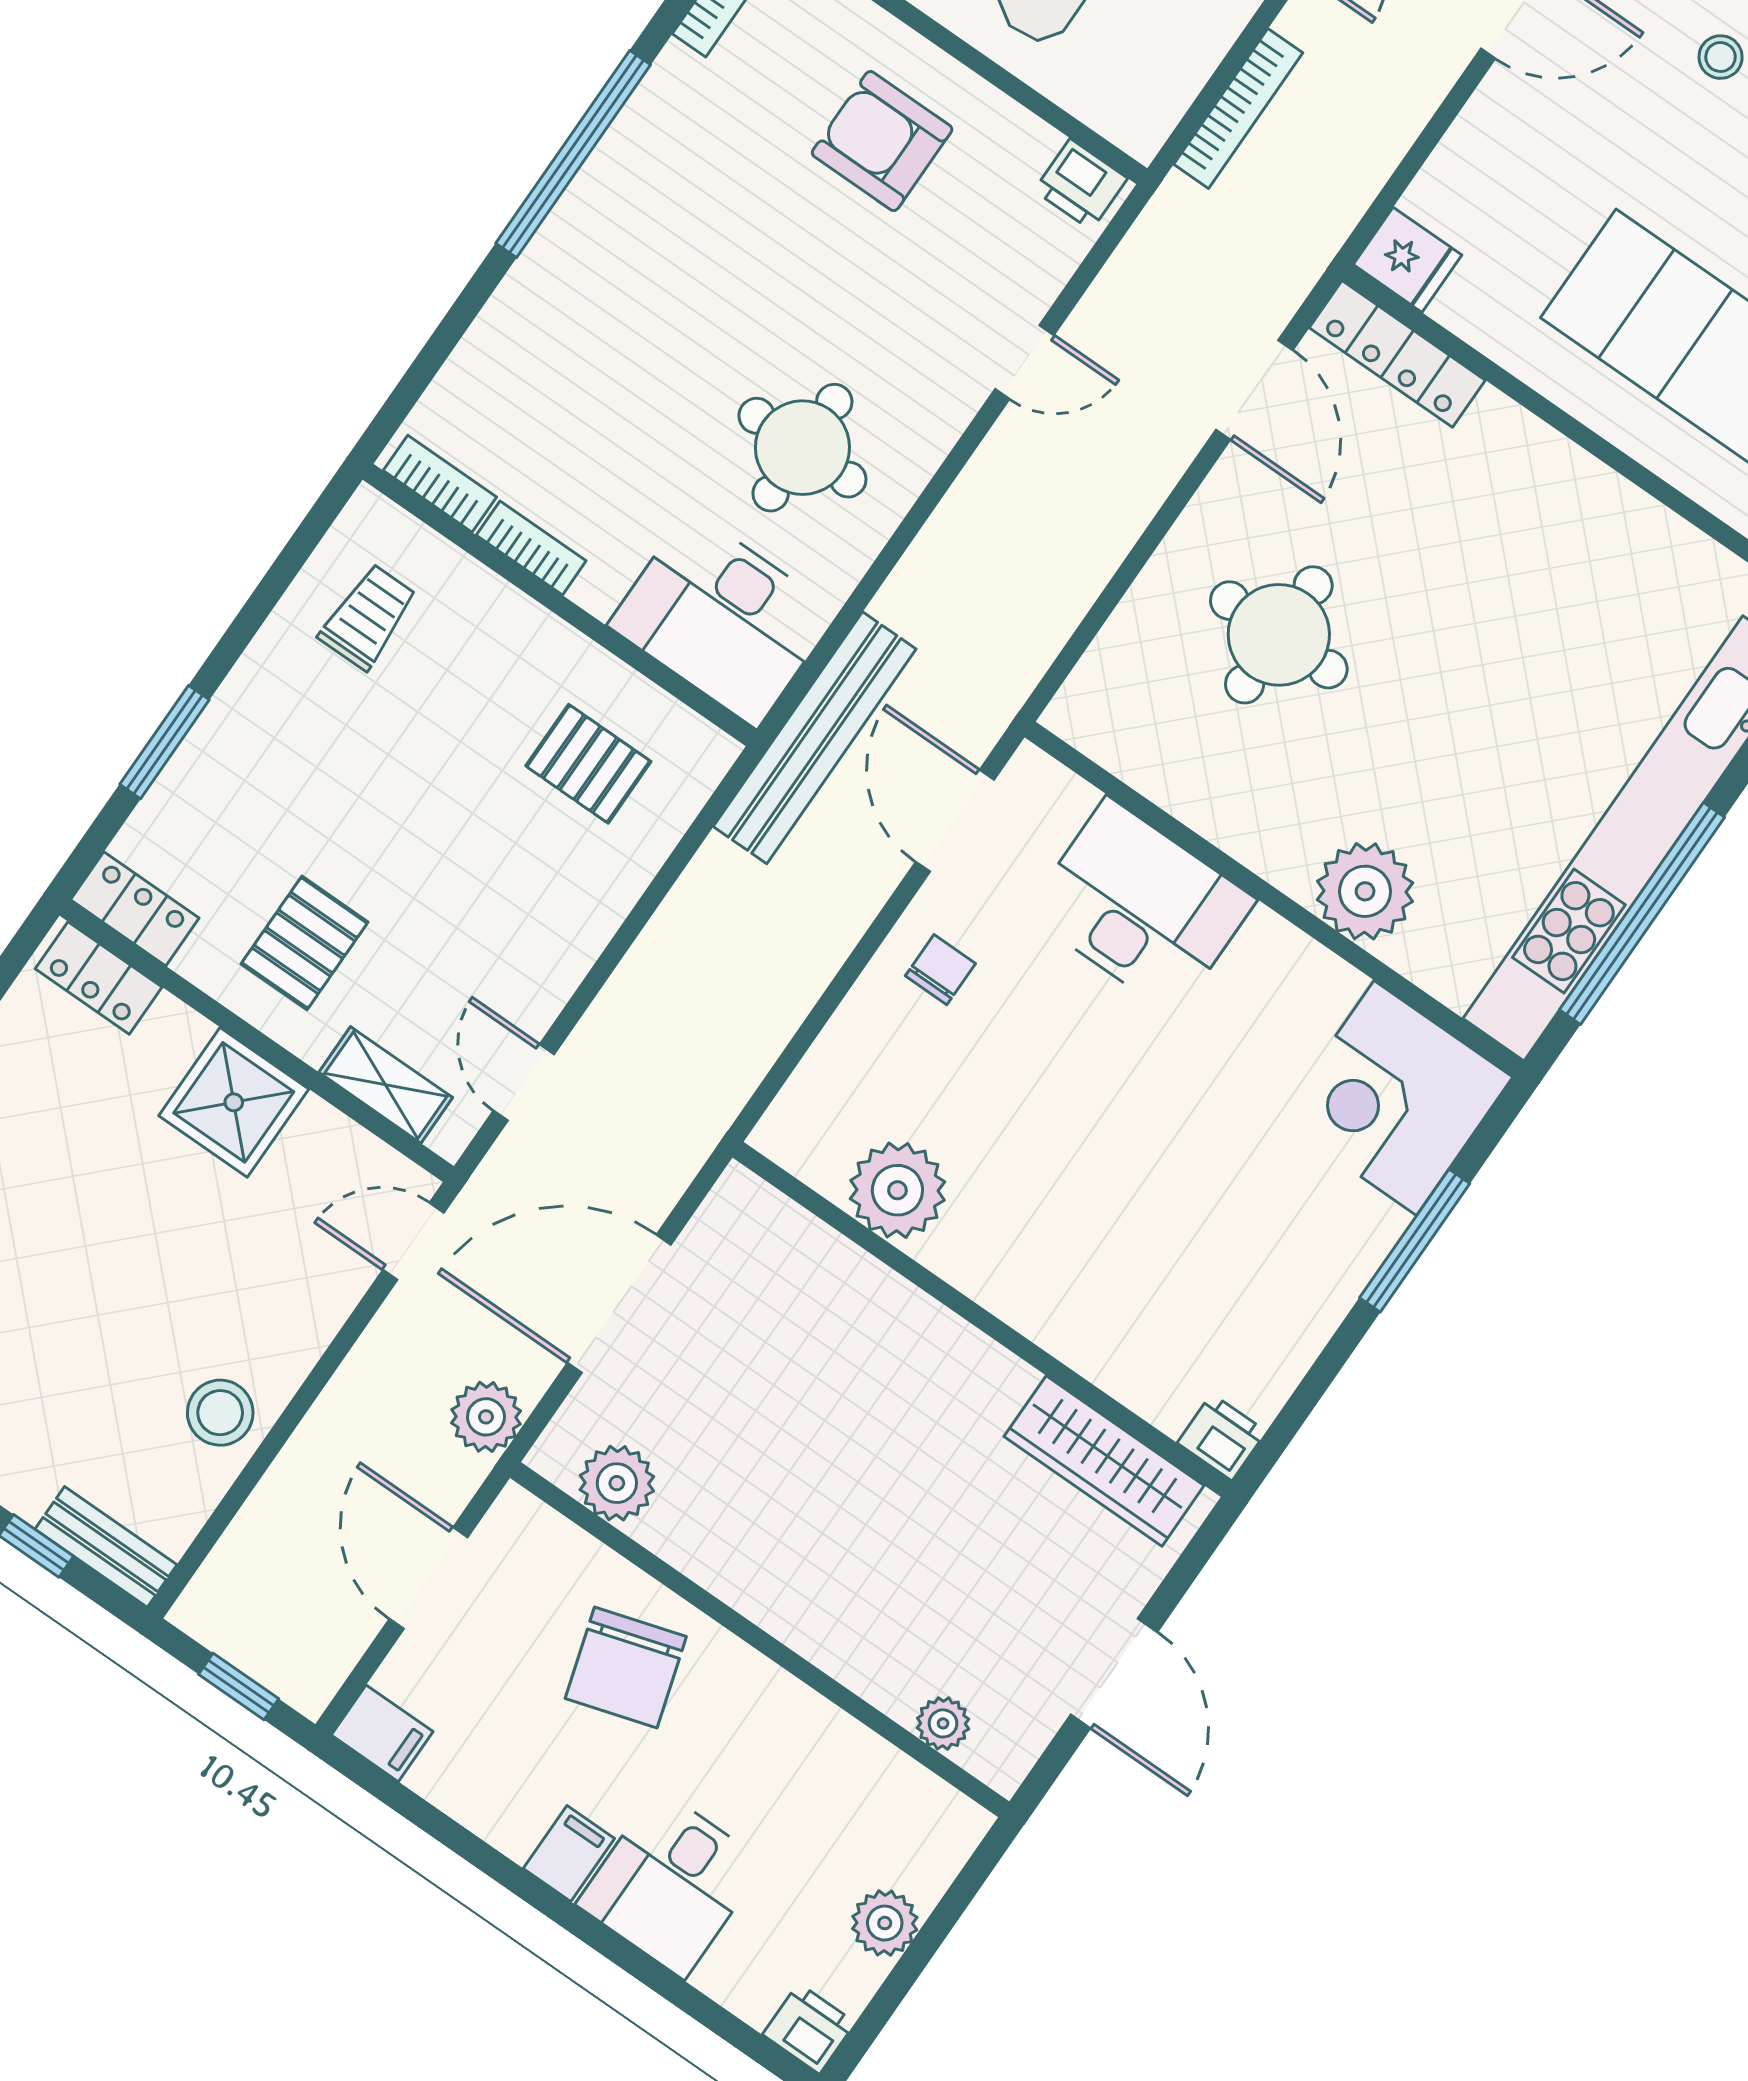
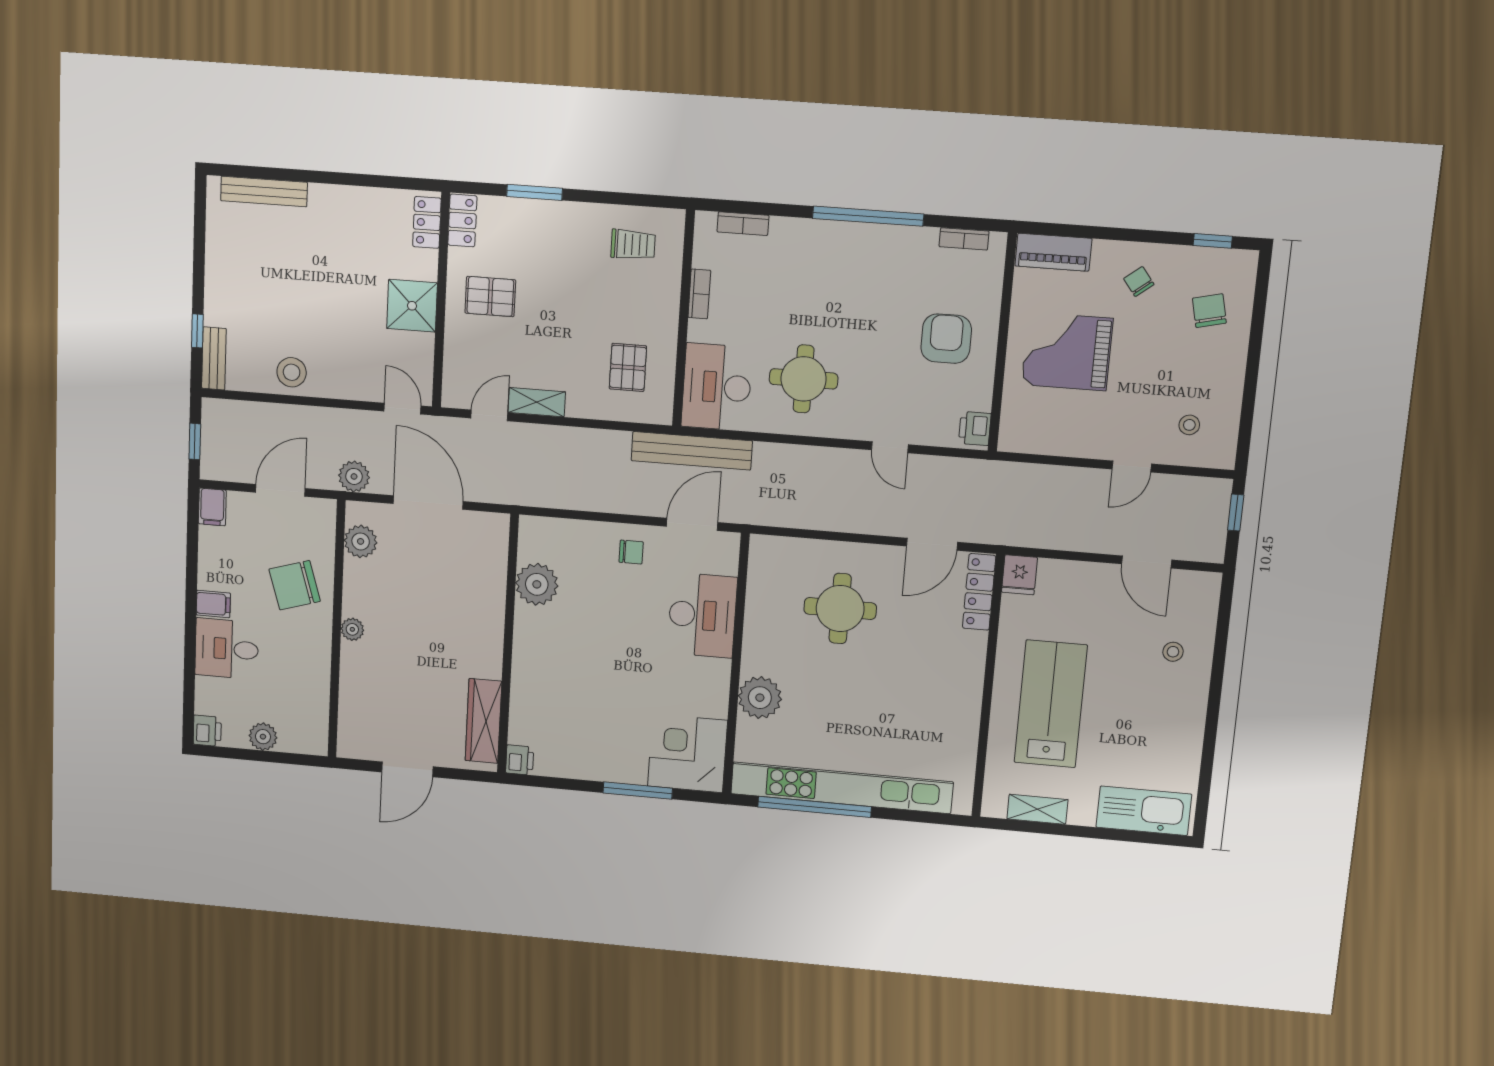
bookcase: (1238, 108) -> (1042, 474), removed
bookcase: (440, 484) -> (743, 224), moved, turned 90
shelving: (386, 1085) -> (537, 402), moved, turned 90
plant: (943, 1723) -> (352, 629), moved

